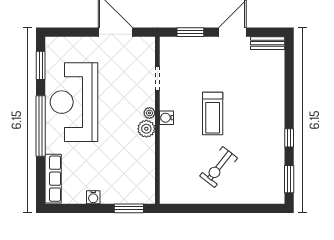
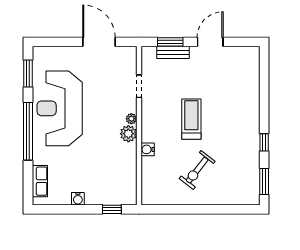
bench: (268, 43) -> (173, 52), moved
treadmill: (213, 114) -> (191, 119), turned 180
water cooler: (167, 118) -> (148, 149), moved
row of seats: (53, 179) -> (40, 181), width x0.68
window: (129, 208) -> (112, 209), width x0.67

